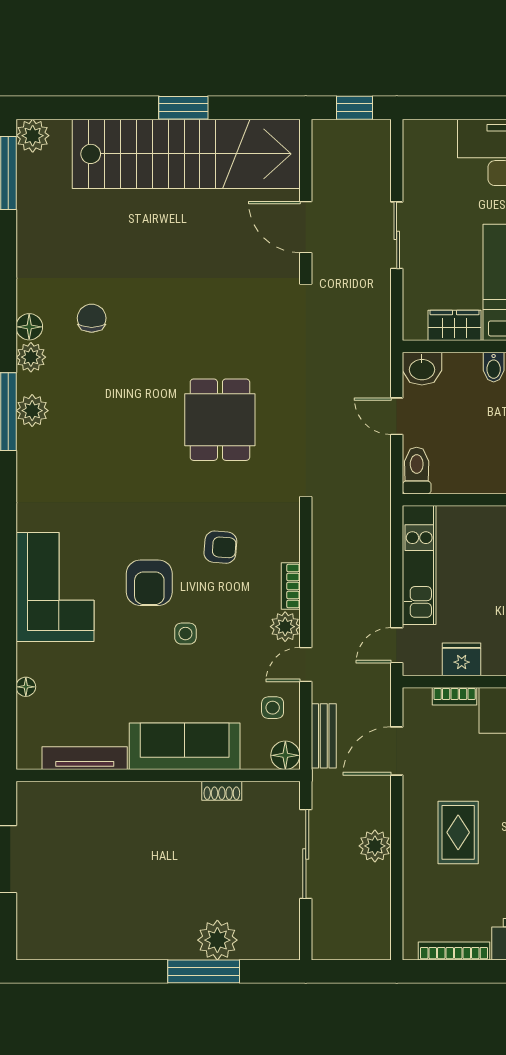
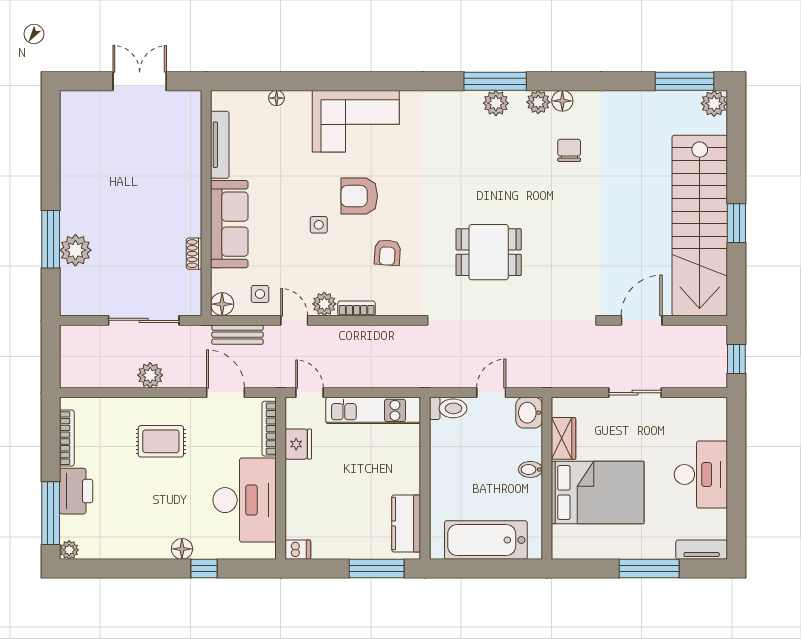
chair: (92, 318) -> (569, 150), turned -90
bookcase: (455, 696) -> (269, 429), width x1.56

